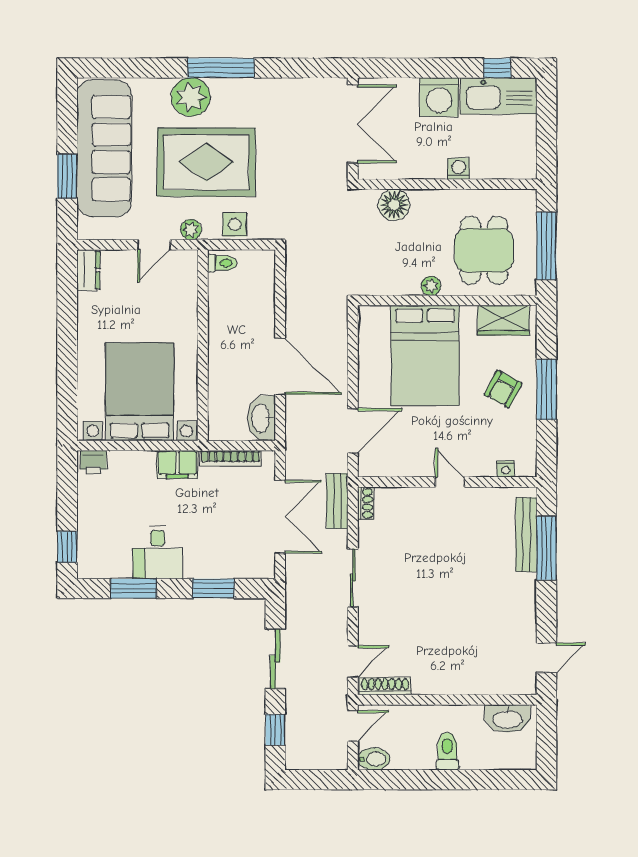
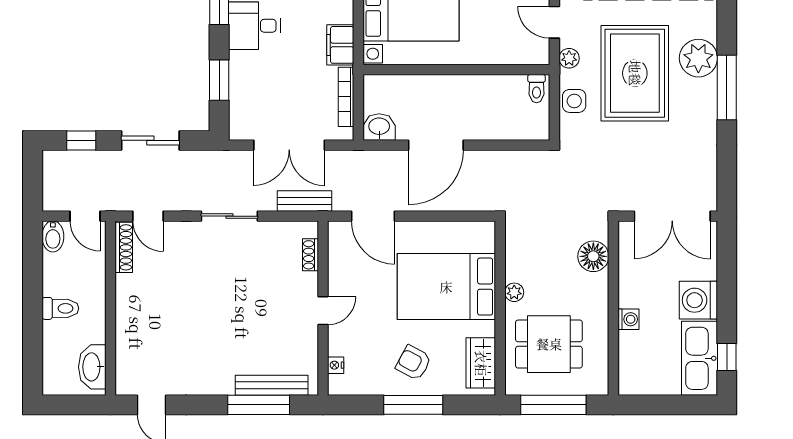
washbasin: (261, 418) -> (379, 127), width x0.72
shoe rack: (366, 503) -> (310, 255), moved, turned 90

